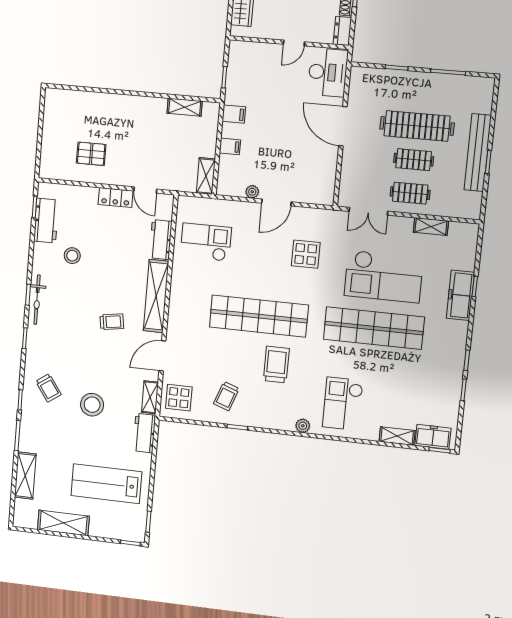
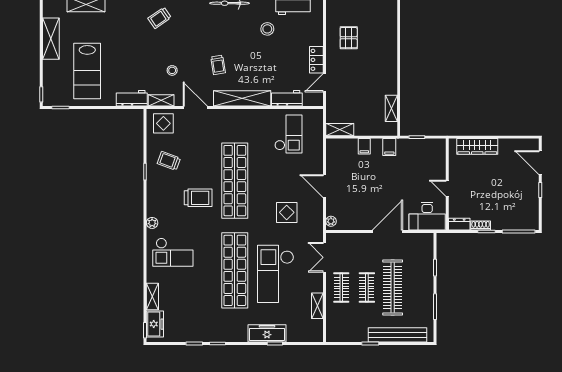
bench: (478, 153) -> (398, 335), moved
plant: (252, 192) -> (331, 221), moved
checkout: (343, 404) -> (173, 252), turned 180
stool: (92, 405) -> (172, 70), moved, width x0.53, depth x0.53
lab bench: (106, 484) -> (87, 71), turned 180

